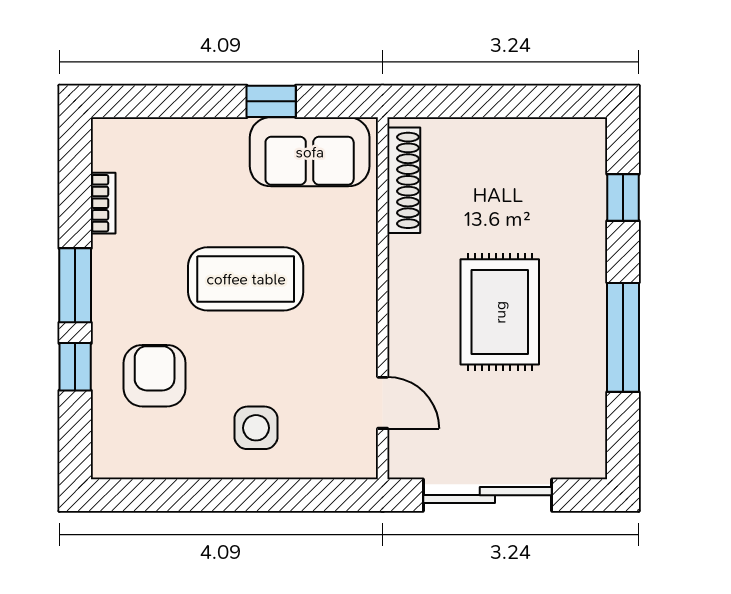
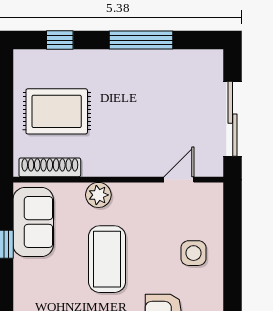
plant: (356, 264) -> (98, 195), added
rug: (500, 312) -> (57, 111), moved

